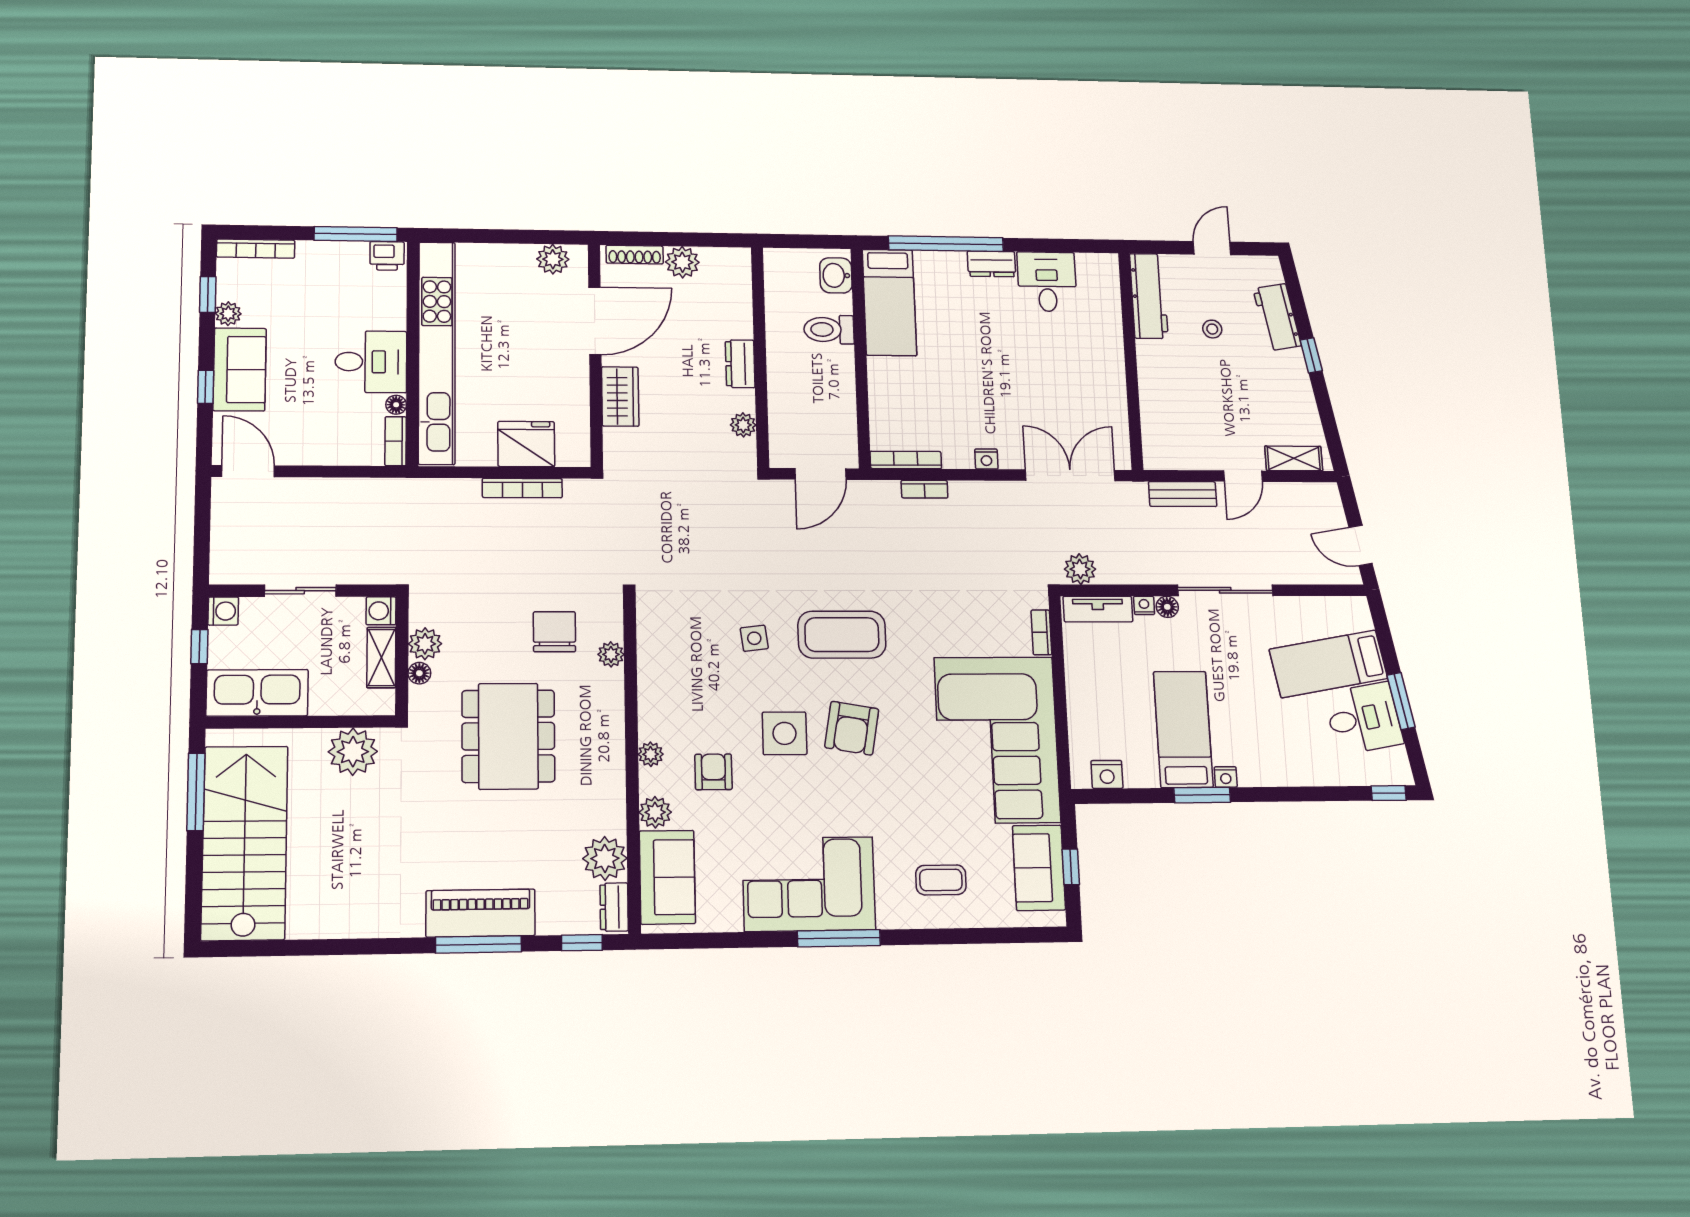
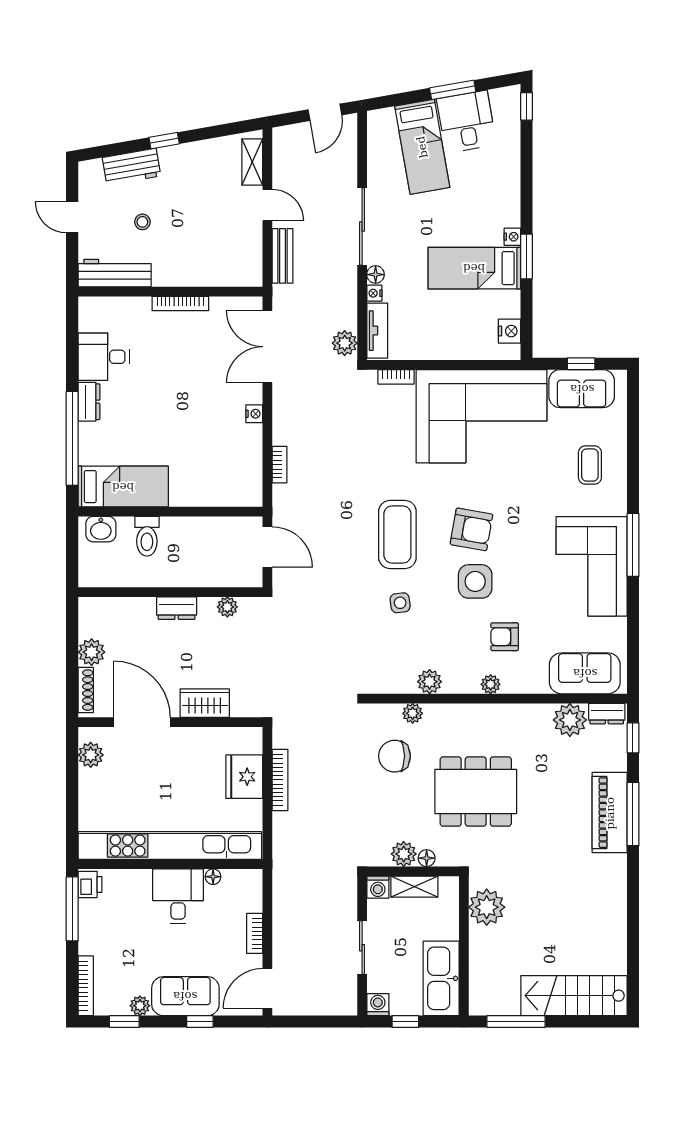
bookcase: (396, 441) -> (255, 933), moved, turned 90
bookcase: (906, 460) -> (180, 303), moved, turned -90
plant: (655, 812) -> (430, 682), moved
stairs: (245, 843) -> (574, 996), width x0.73, depth x0.66

